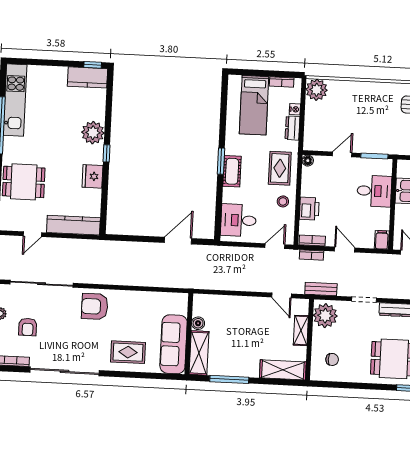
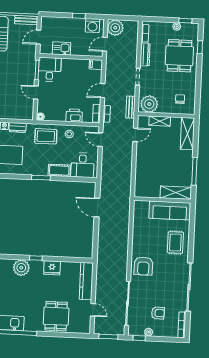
cot: (232, 171) -> (59, 170), moved
desk: (374, 191) -> (50, 69), moved
boiler: (198, 323) -> (155, 193), removed

